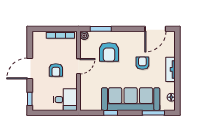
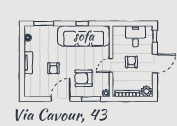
door: (155, 29) -> (61, 99), moved
plant: (39, 37) -> (146, 91), added
armchair: (109, 52) -> (84, 78), turned -90
sofa: (131, 99) -> (84, 36), moved
desk: (65, 100) -> (136, 36), moved, turned 90

